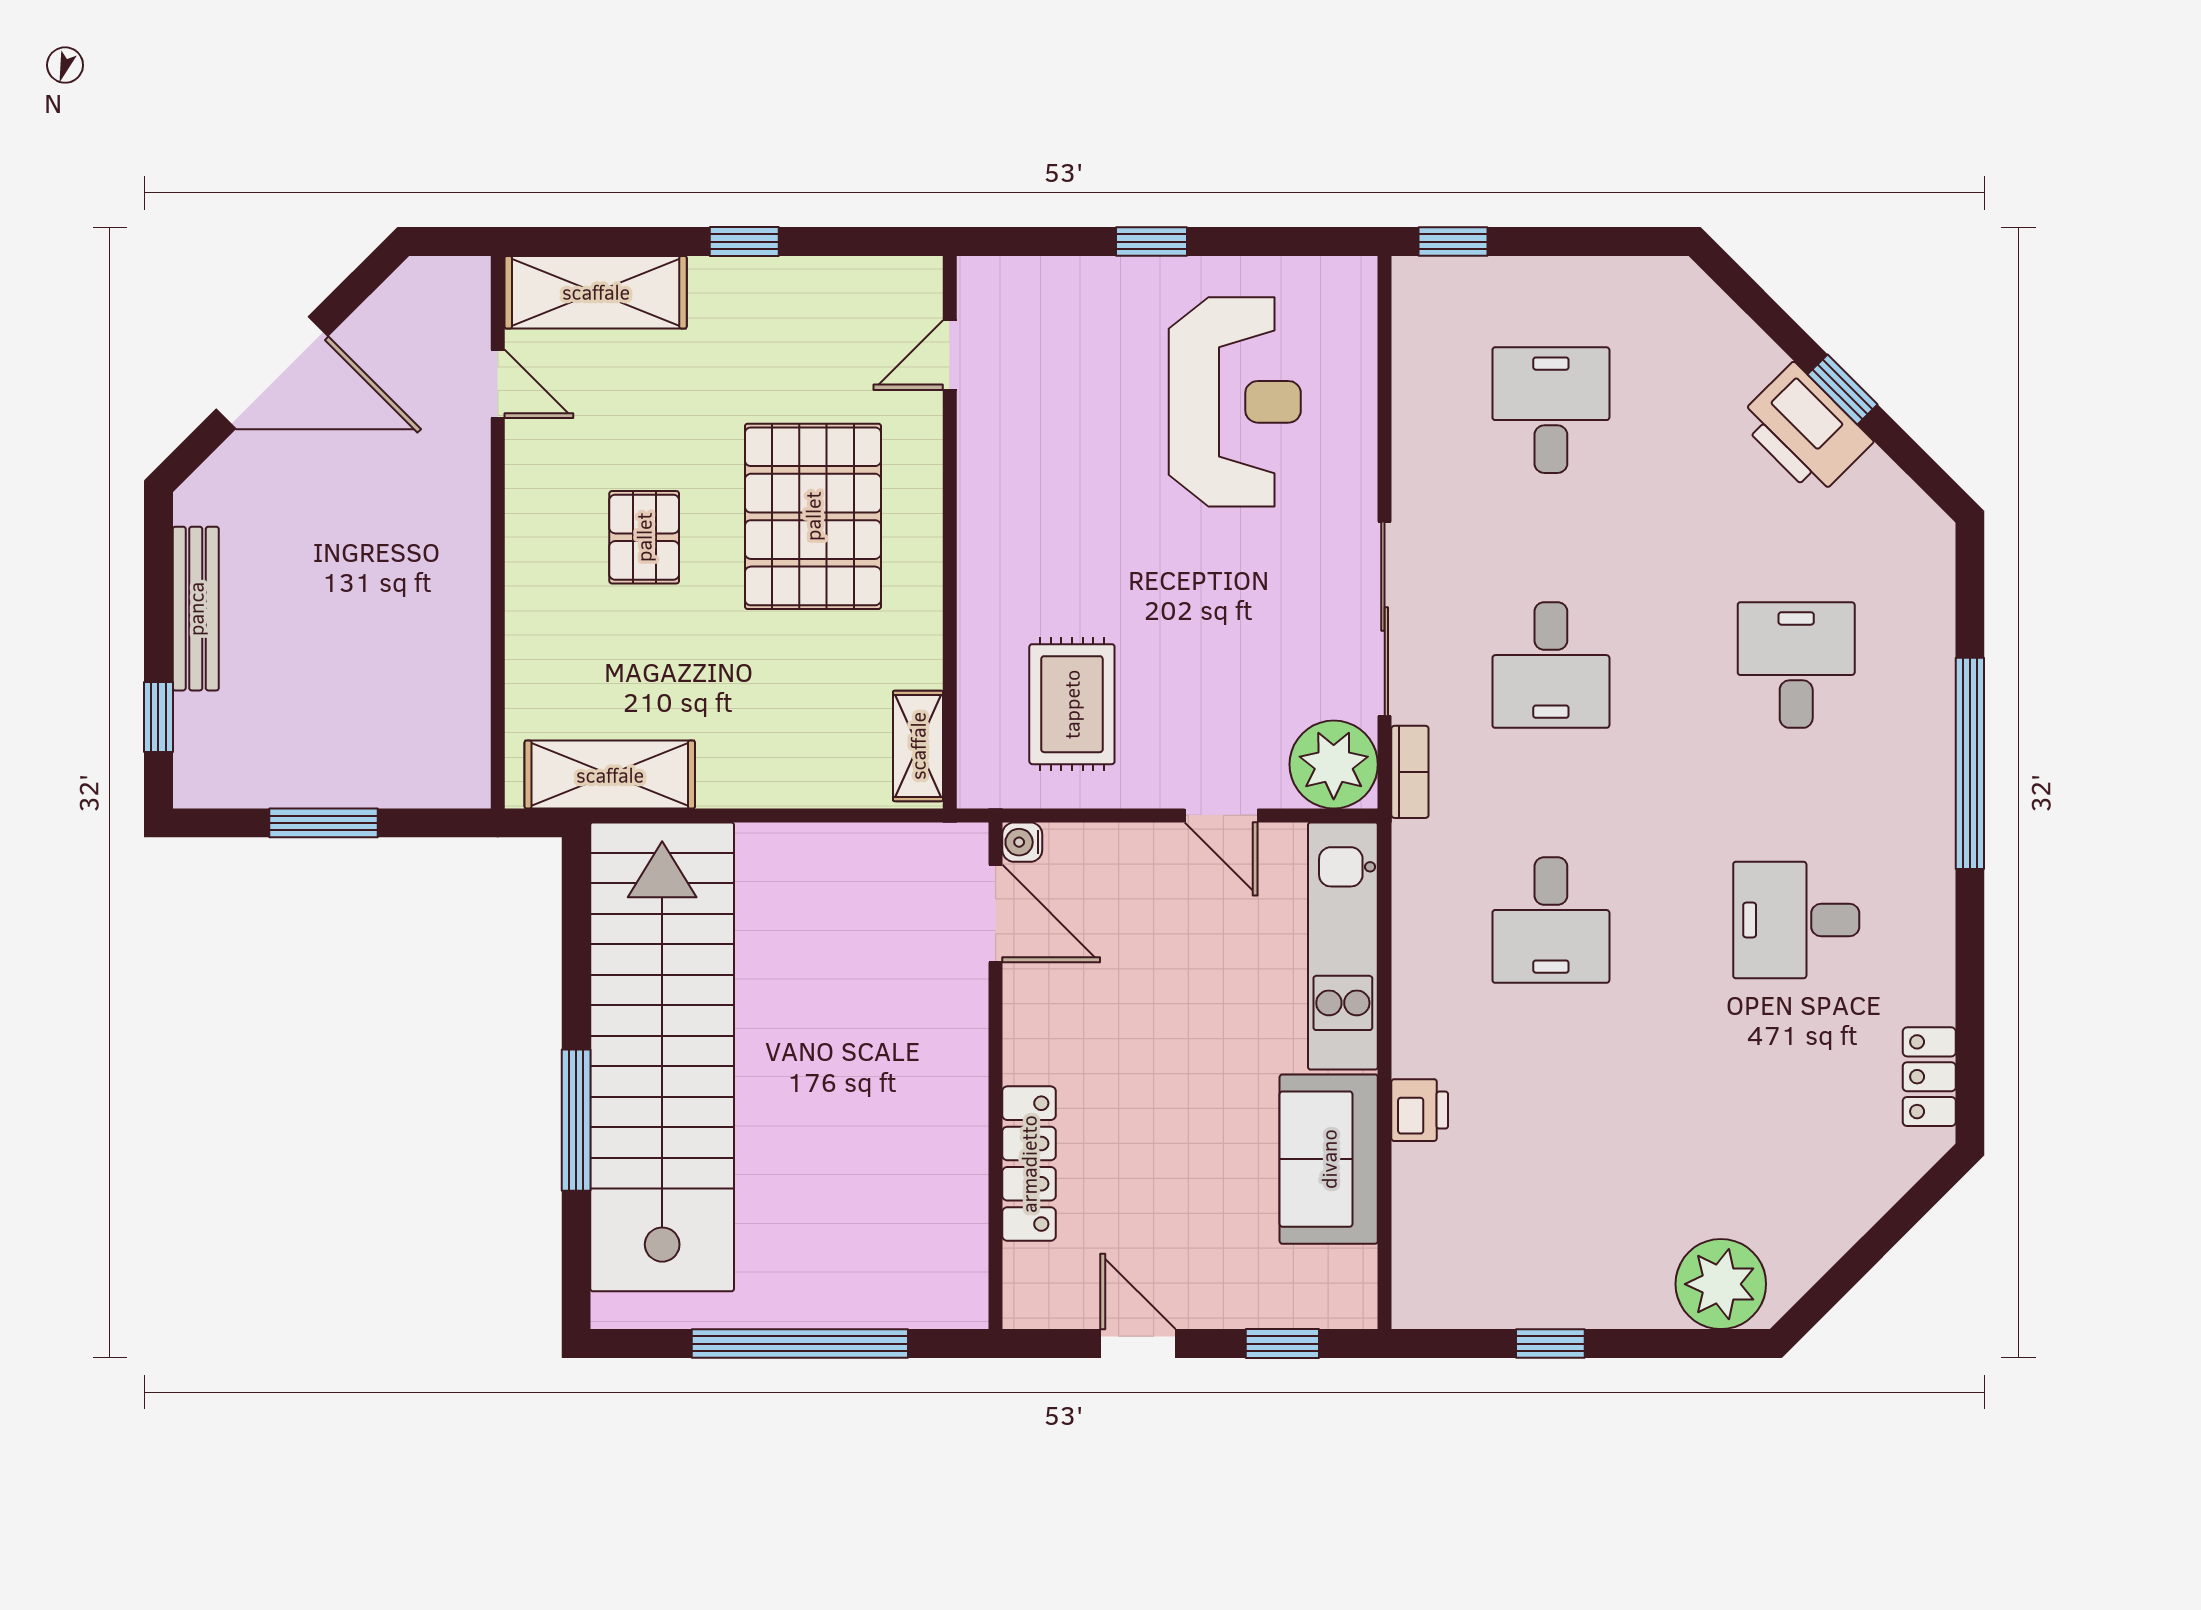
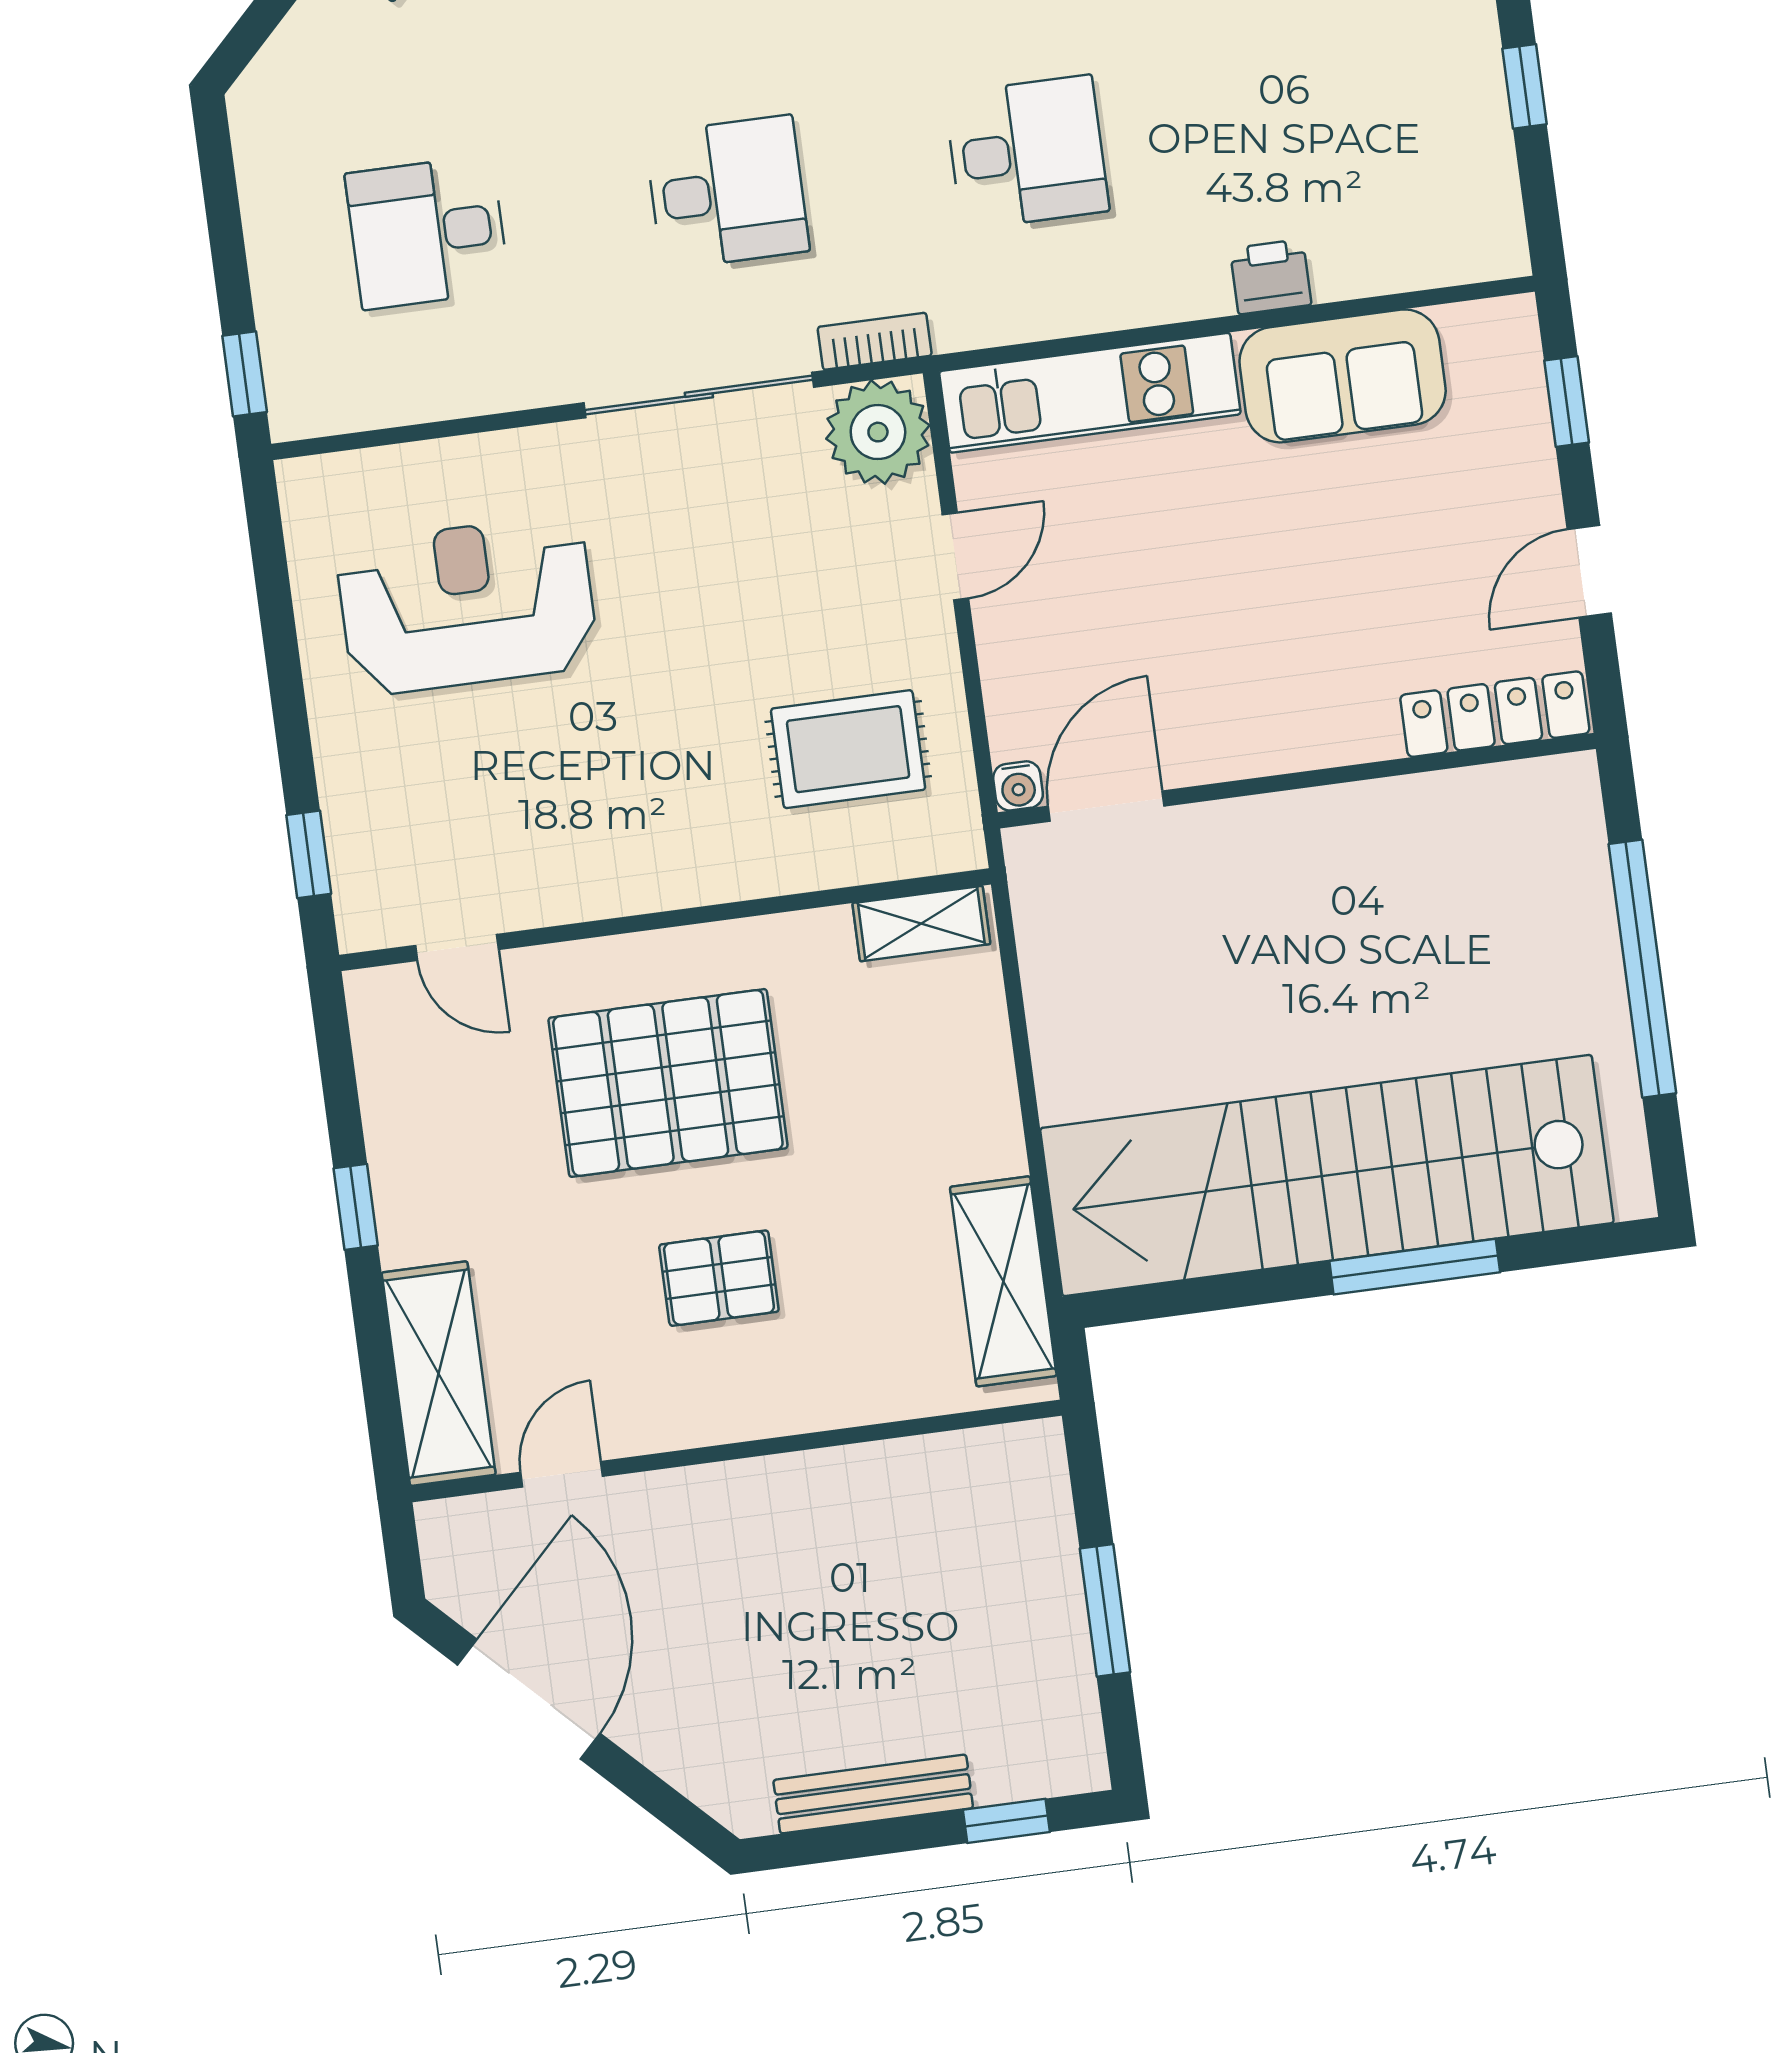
window: (1152, 242) -> (309, 854), moved
door: (272, 373) -> (529, 1699), moved
locker: (1029, 1164) -> (1495, 714), moved

